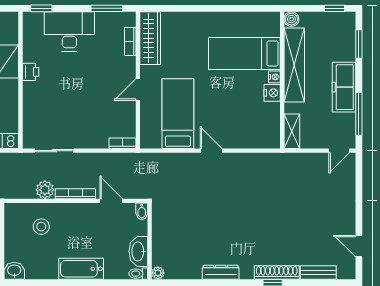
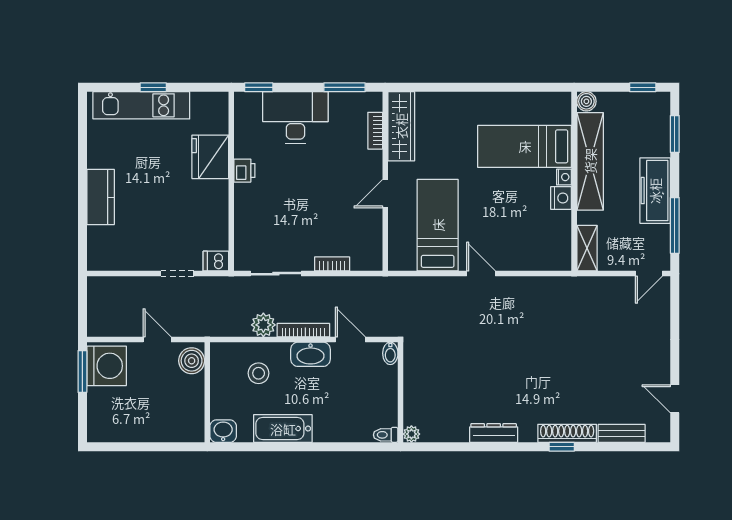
bookcase: (123, 143) -> (332, 264), moved
washbasin: (138, 251) -> (311, 354), moved, turned -90
bathtub: (81, 269) -> (283, 429), moved

